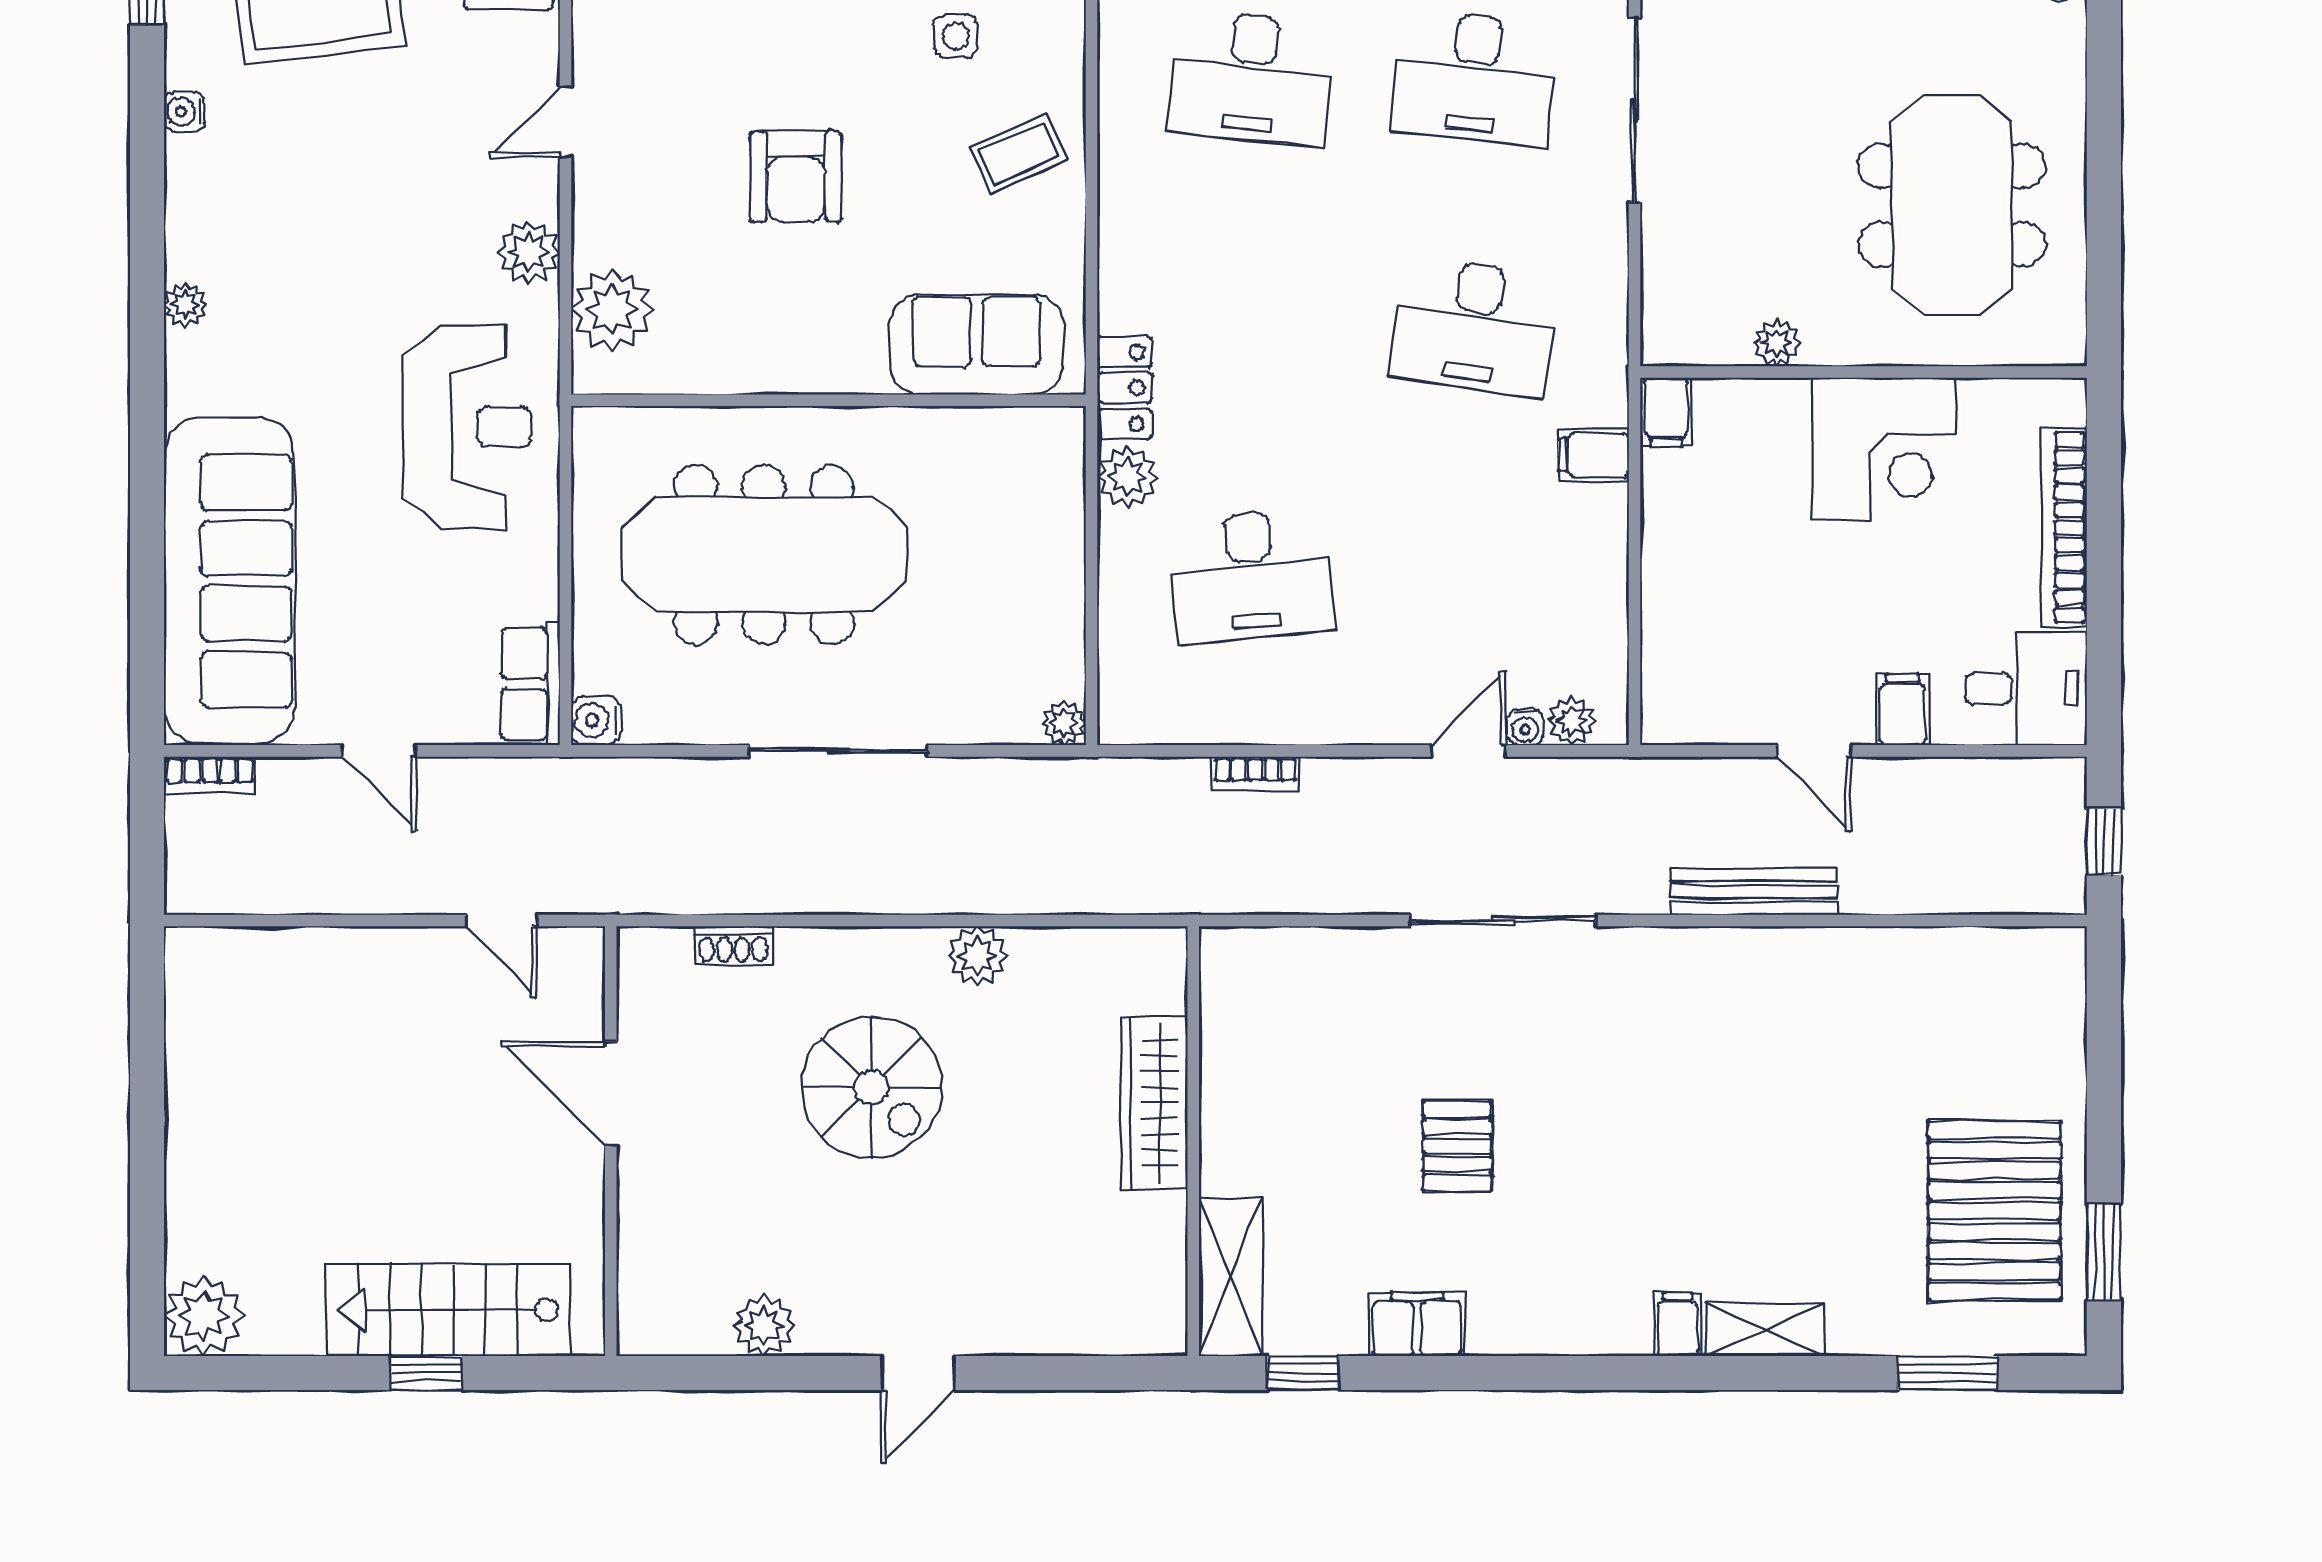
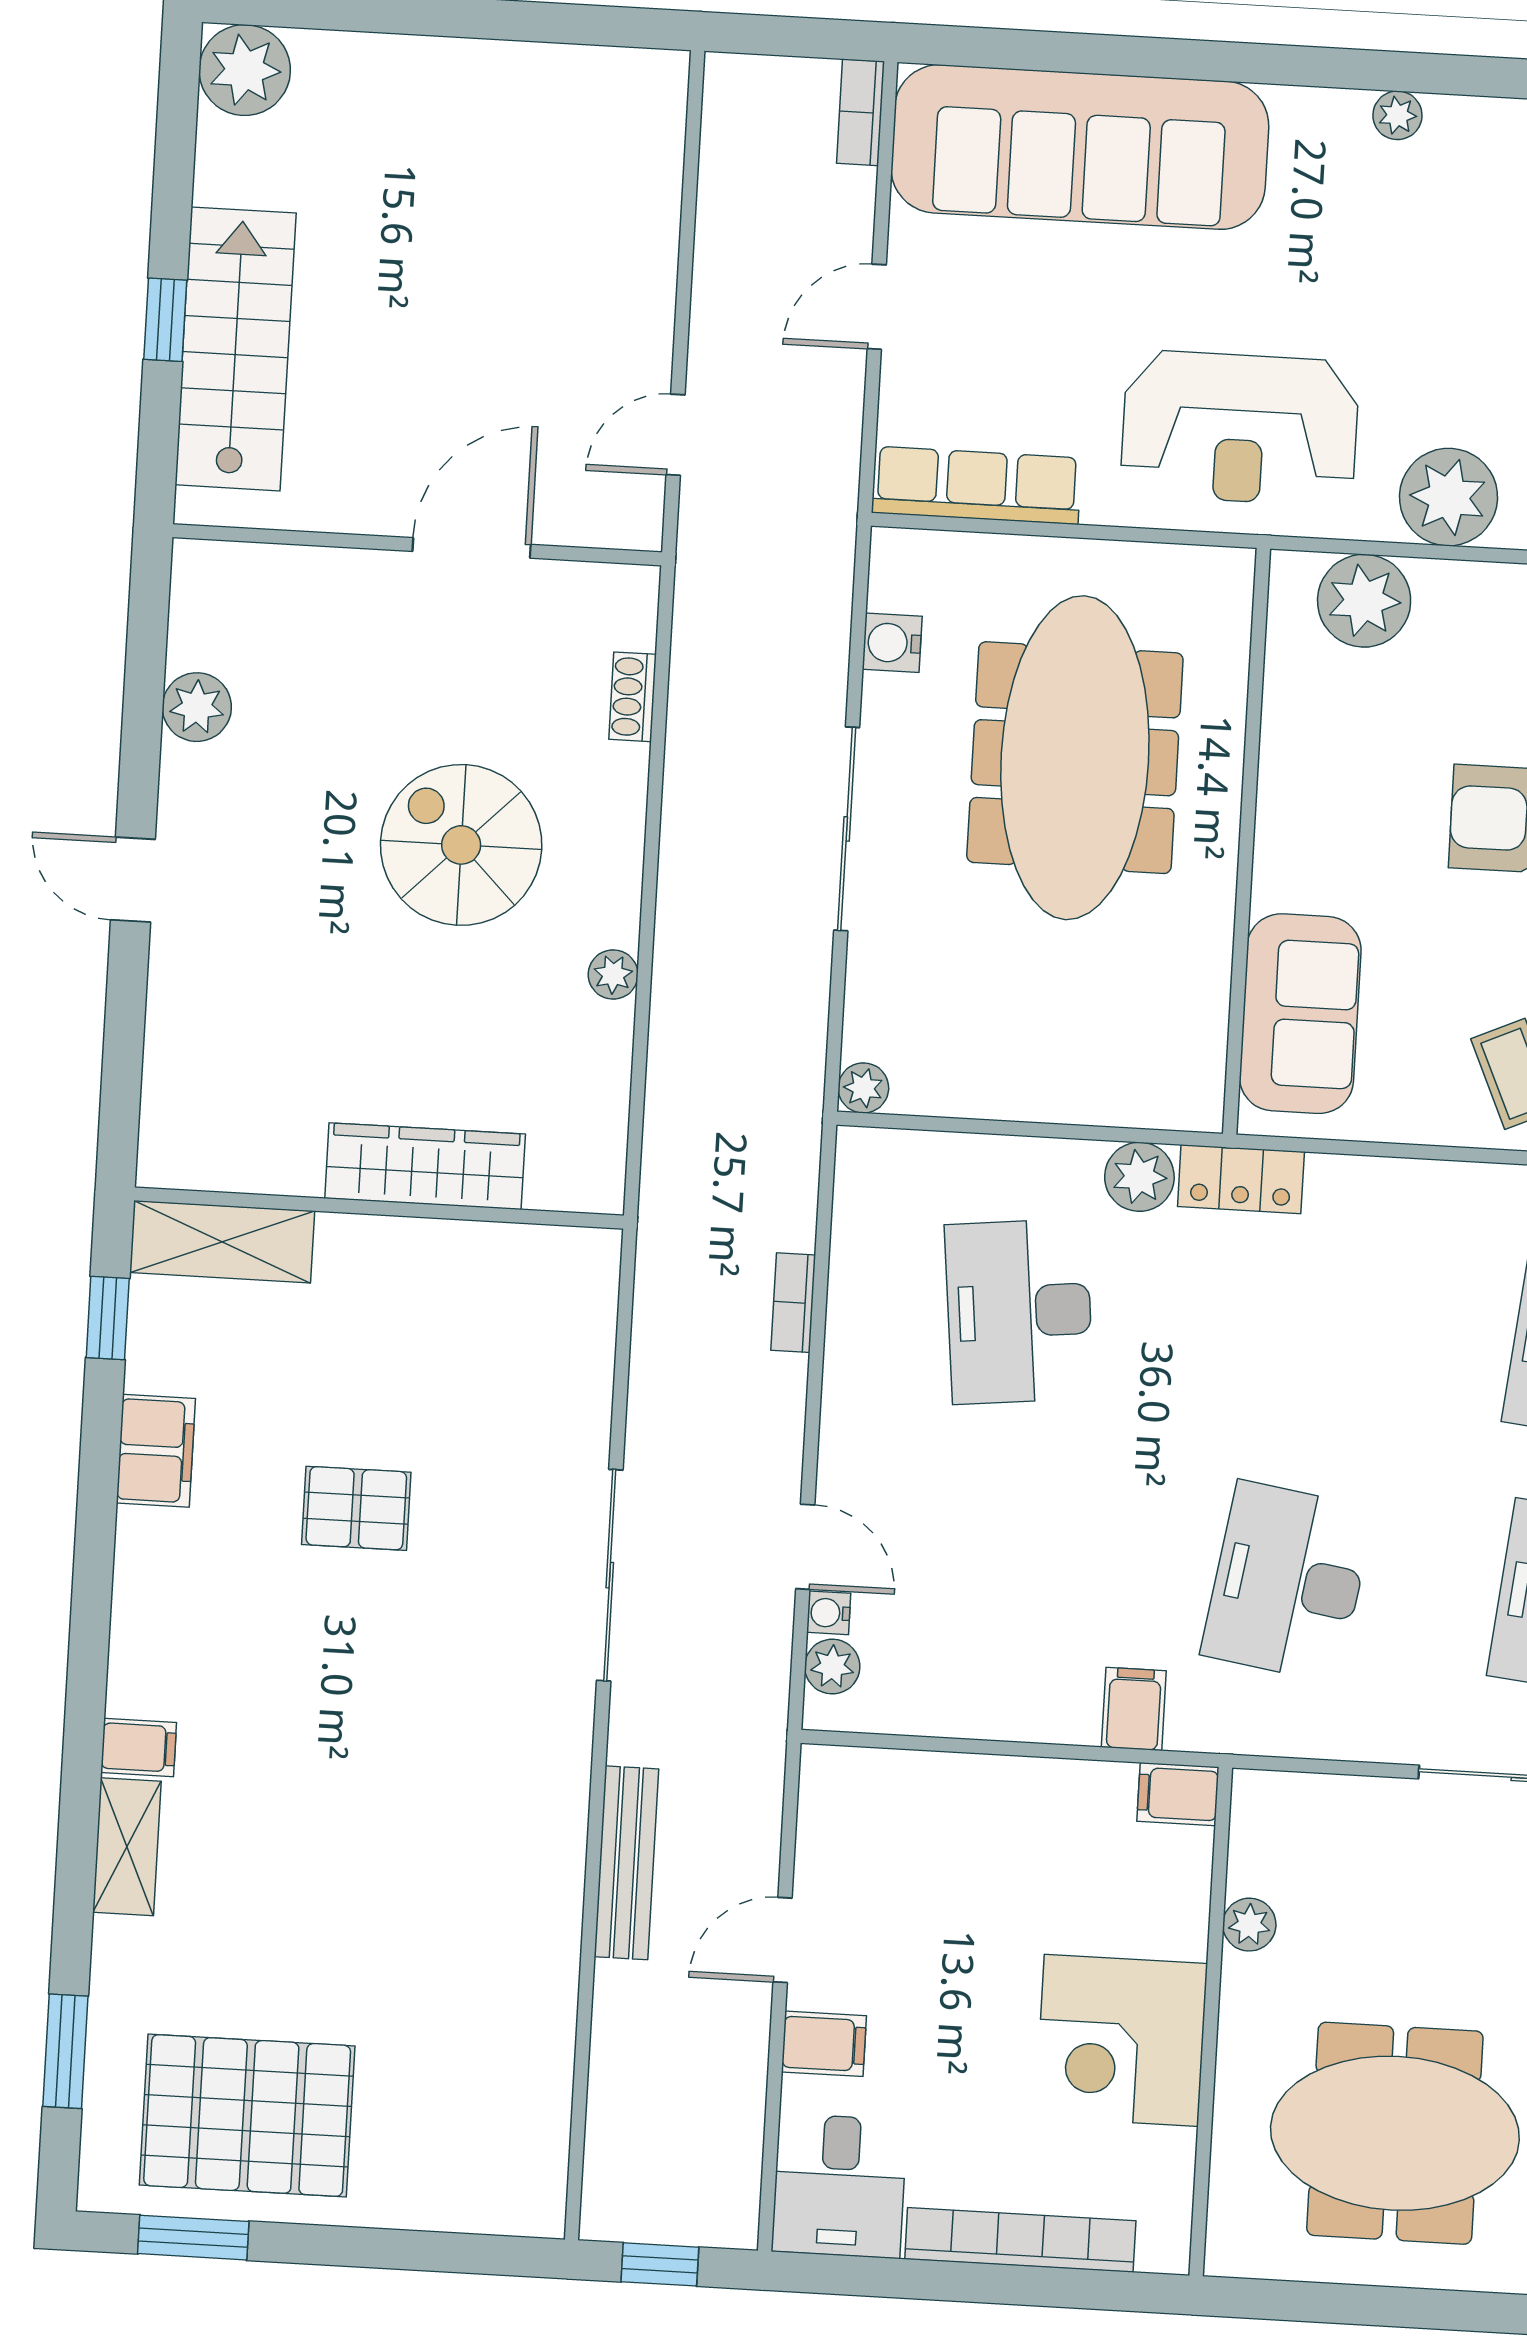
plant: (528, 252) -> (1449, 497), width x1.36, depth x1.36
row of seats: (531, 684) -> (976, 485), width x1.48
water cooler: (596, 720) -> (892, 643), moved, turned -90
plant: (977, 956) -> (613, 975), width x0.73, depth x0.73
spiral stairs: (871, 1087) -> (461, 845), turned 90

